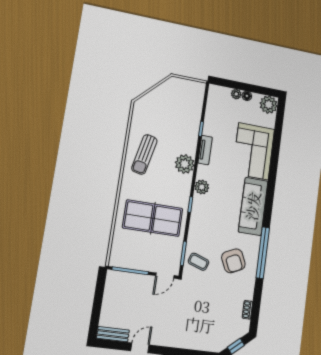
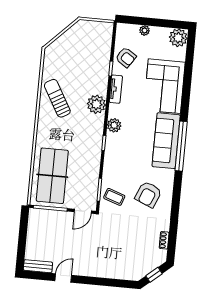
floor lamp: (247, 96) -> (155, 31), removed
armchair: (217, 119) -> (126, 57), added
sun lounger: (144, 154) -> (57, 98), turned 138
table tennis table: (153, 218) -> (52, 176), moved, turned 90
window: (263, 253) -> (181, 146), moved
armchair: (233, 261) -> (148, 194), turned 48

